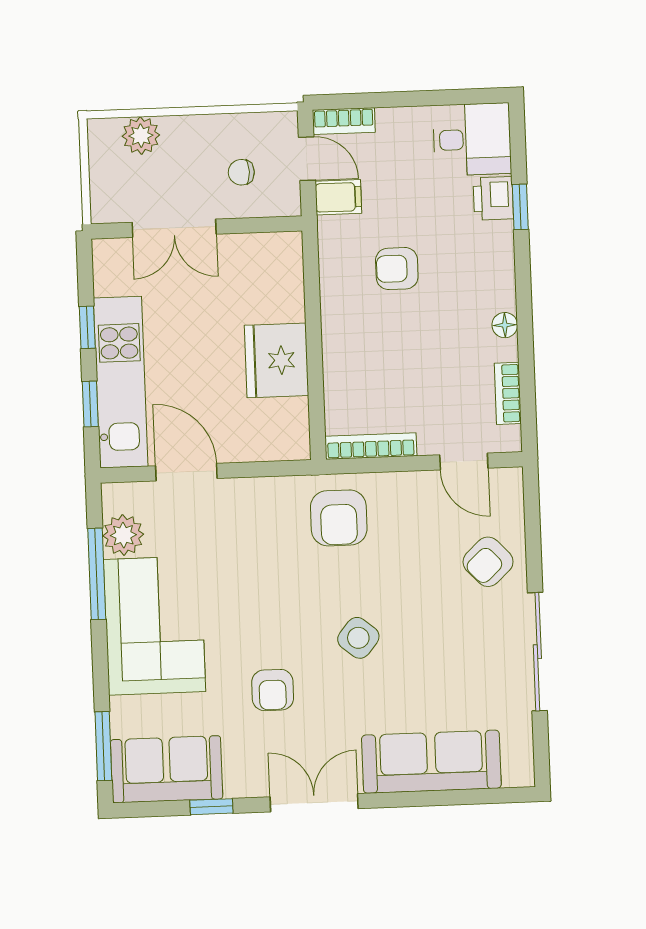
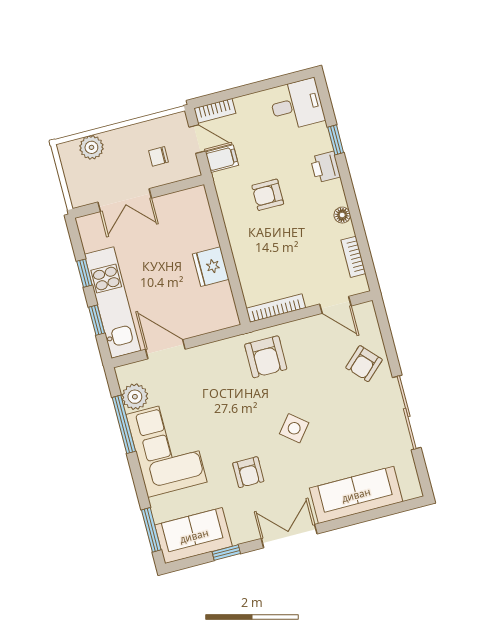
printer: (493, 198) -> (325, 167), moved
fridge: (276, 360) -> (211, 267), width x0.73, depth x0.75

